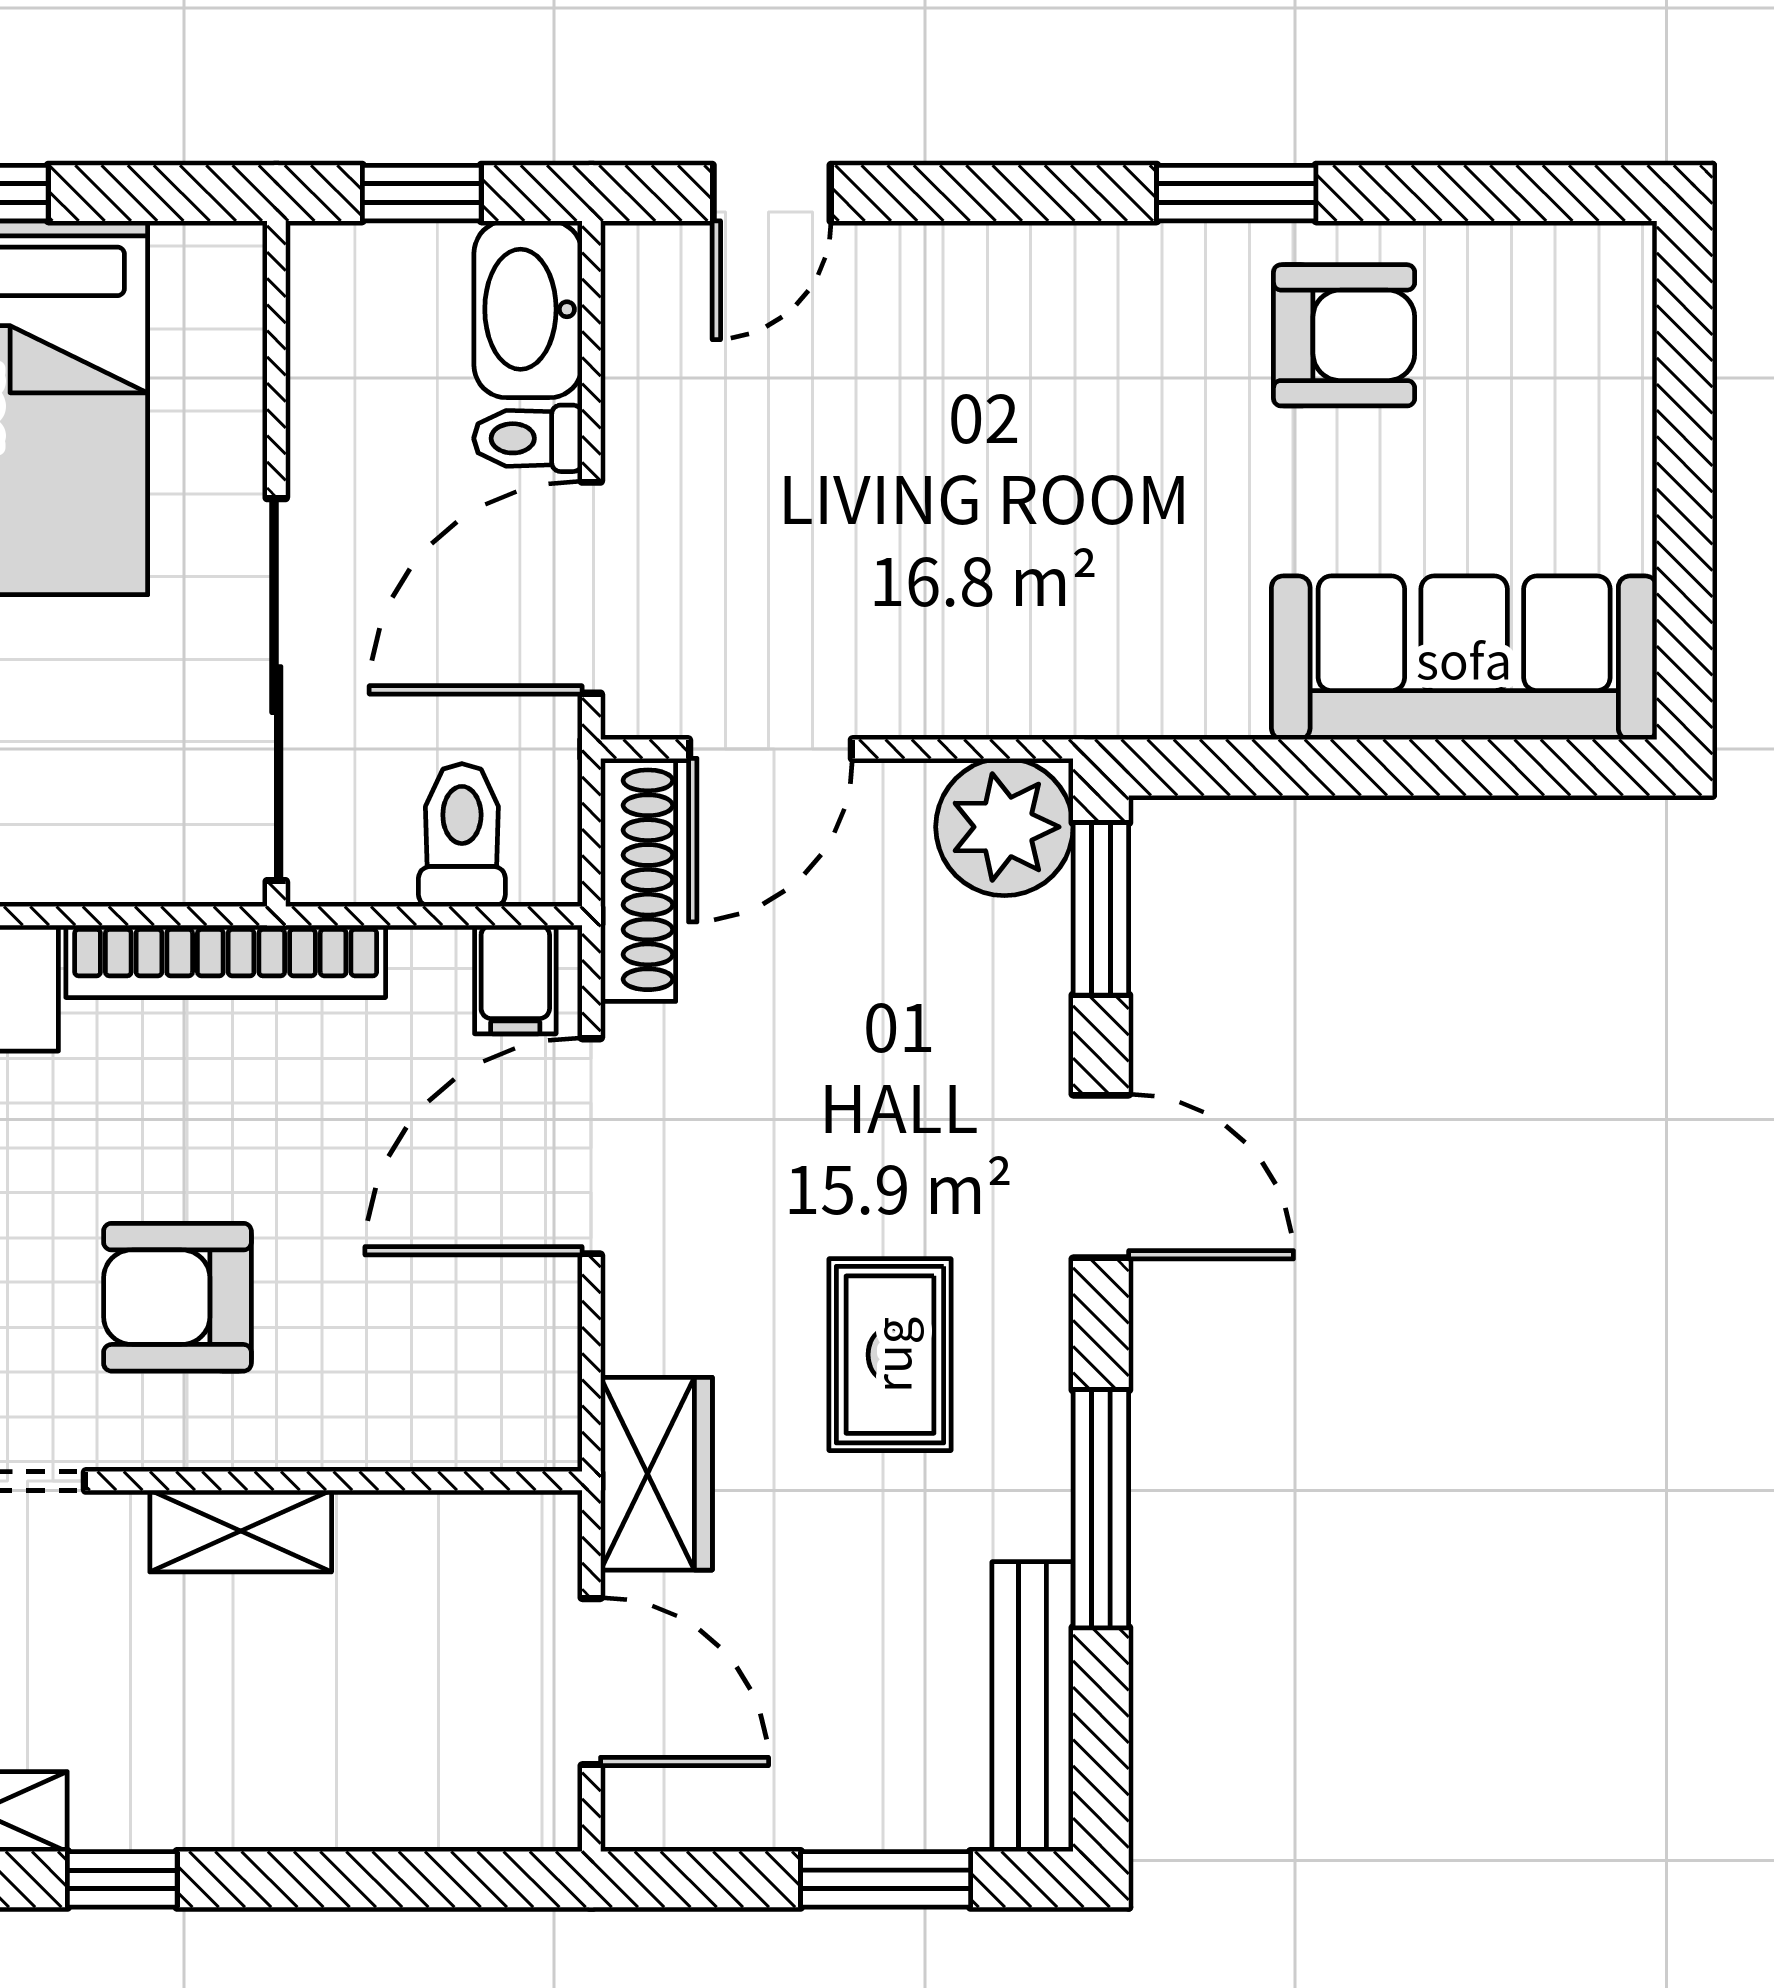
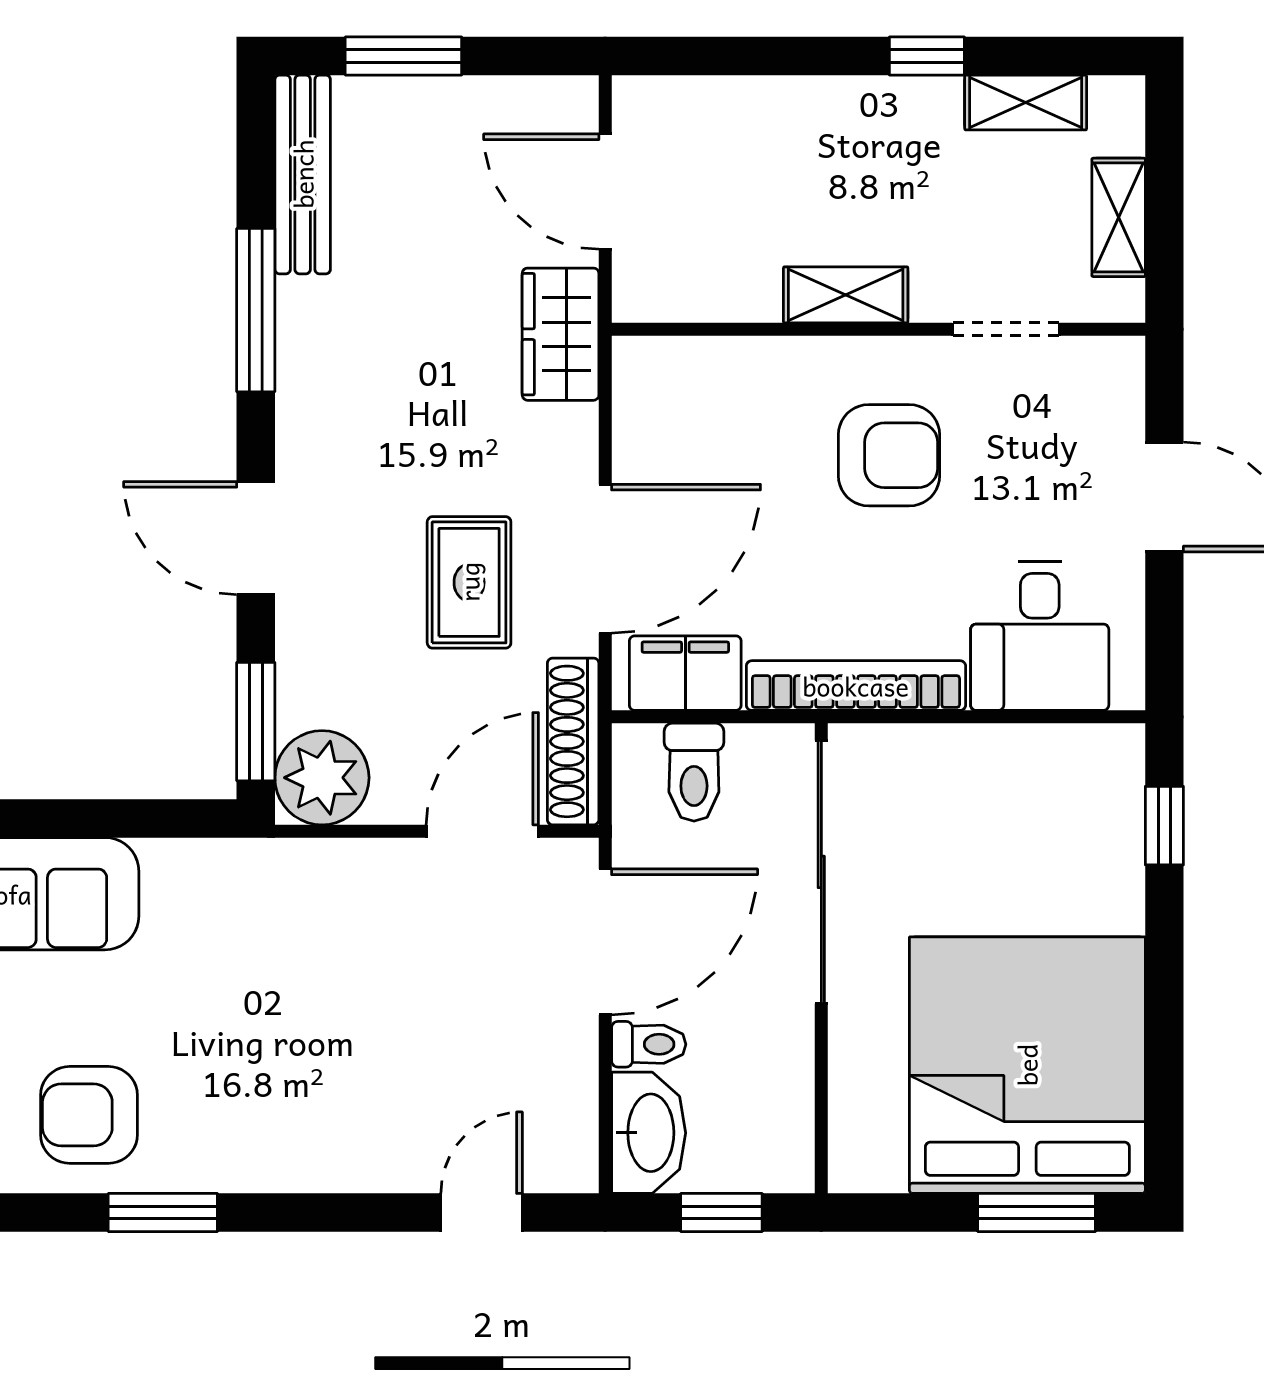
filing cabinet: (515, 979) -> (685, 673), width x2.00
rug: (890, 1355) -> (469, 582), moved

